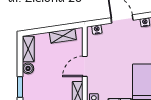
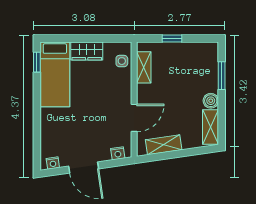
door: (85, 66) -> (134, 118), moved

